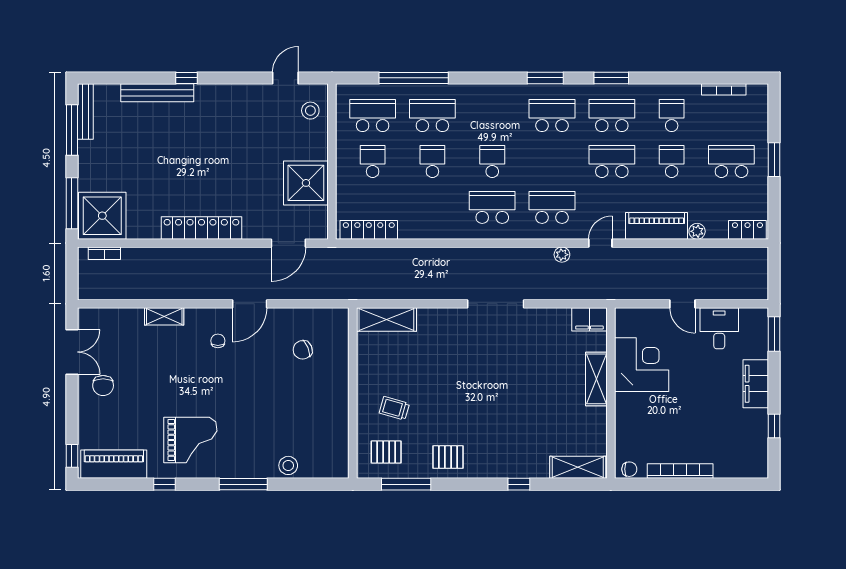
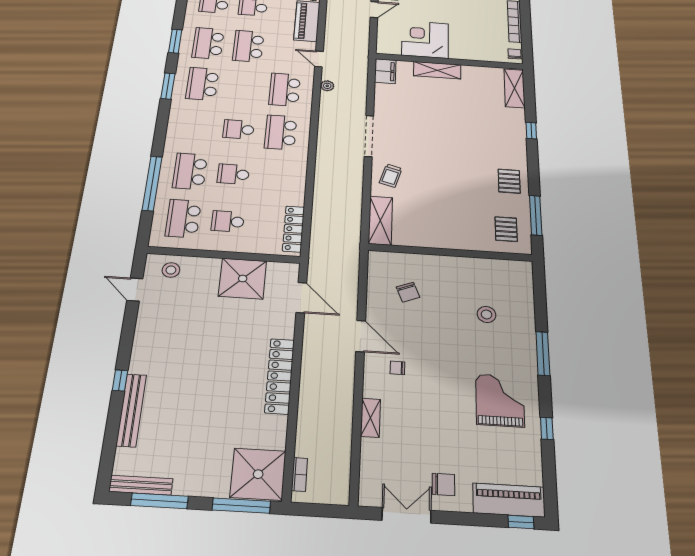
trolley: (394, 408) -> (391, 176), moved
piano: (114, 464) -> (509, 500), moved, turned 90
stool: (288, 465) -> (487, 314), moved

